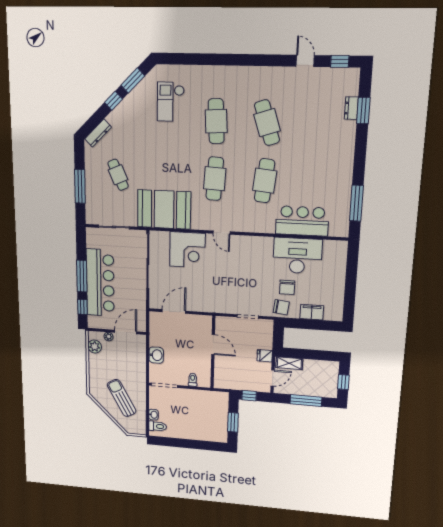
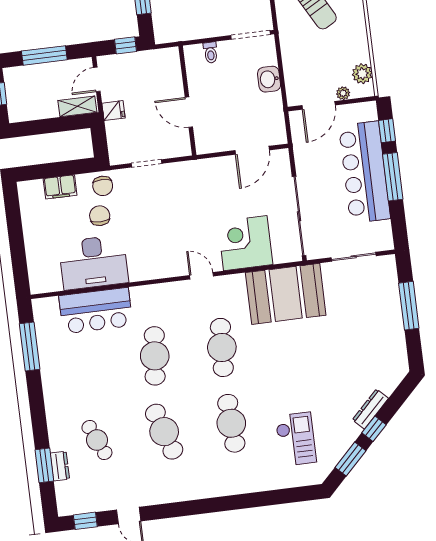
dresser: (98, 133) -> (370, 409), moved
cafe table: (118, 175) -> (97, 440), moved
chair: (281, 307) -> (103, 186), turned -97

